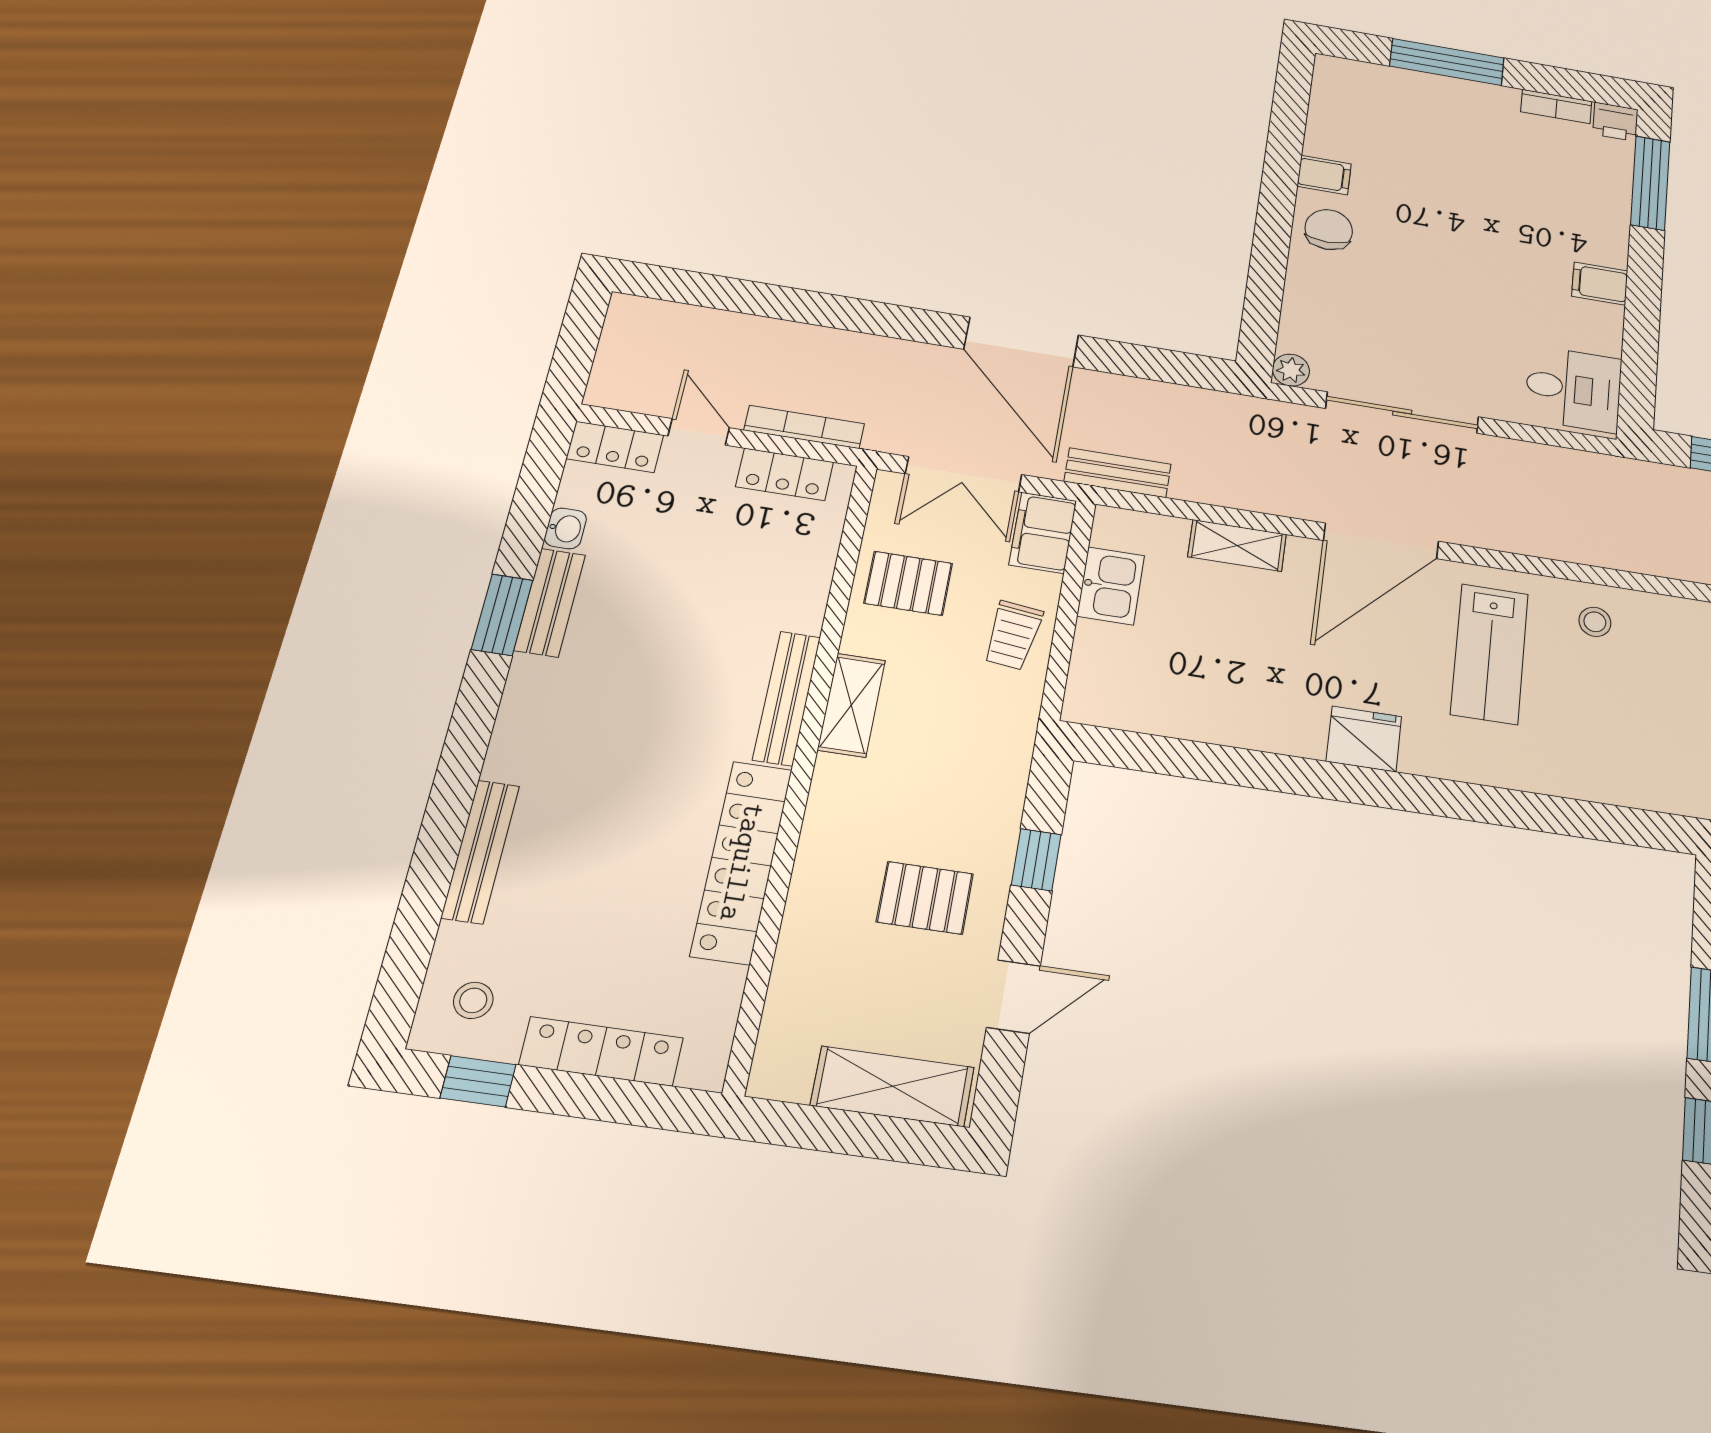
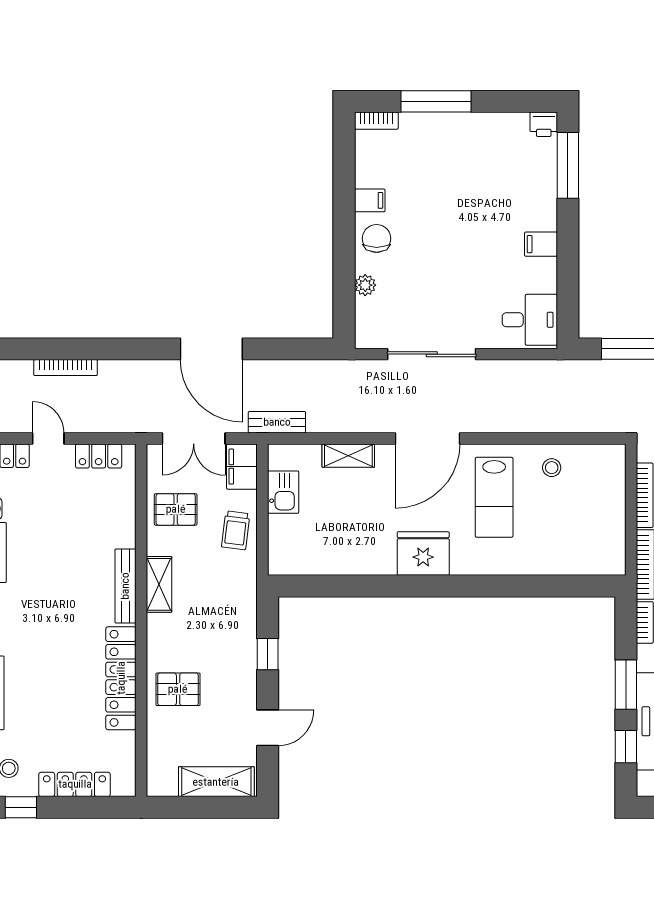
bookcase: (1556, 107) -> (376, 121), moved
plant: (1291, 370) -> (365, 285), moved
bookcase: (804, 427) -> (66, 368), moved, turned 180
fridge: (1364, 739) -> (423, 554), width x1.36, depth x1.34
pallet: (925, 898) -> (178, 689), moved

